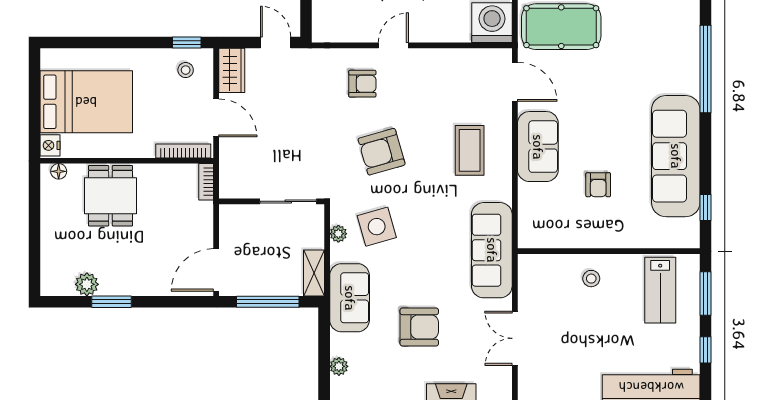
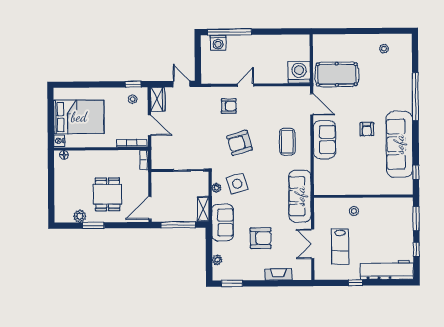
armchair: (598, 185) -> (367, 129), moved
dining table: (111, 196) -> (108, 194), moved
lab bench: (660, 290) -> (340, 246), moved

